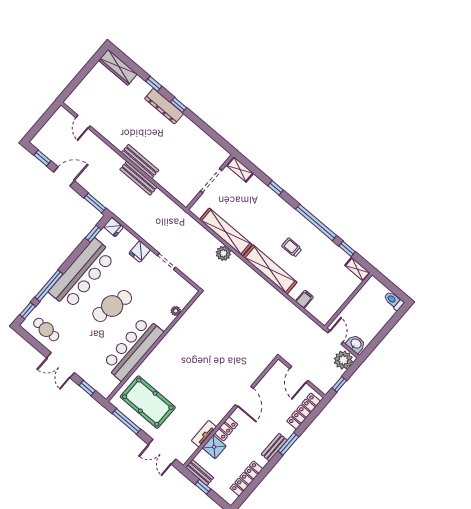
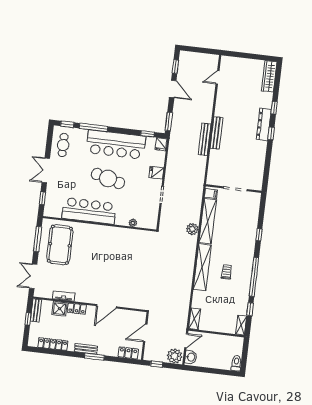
shelving: (240, 169) -> (195, 319), moved
filing cabinet: (304, 299) -> (211, 194), moved
locker: (304, 411) -> (128, 353), width x0.66

